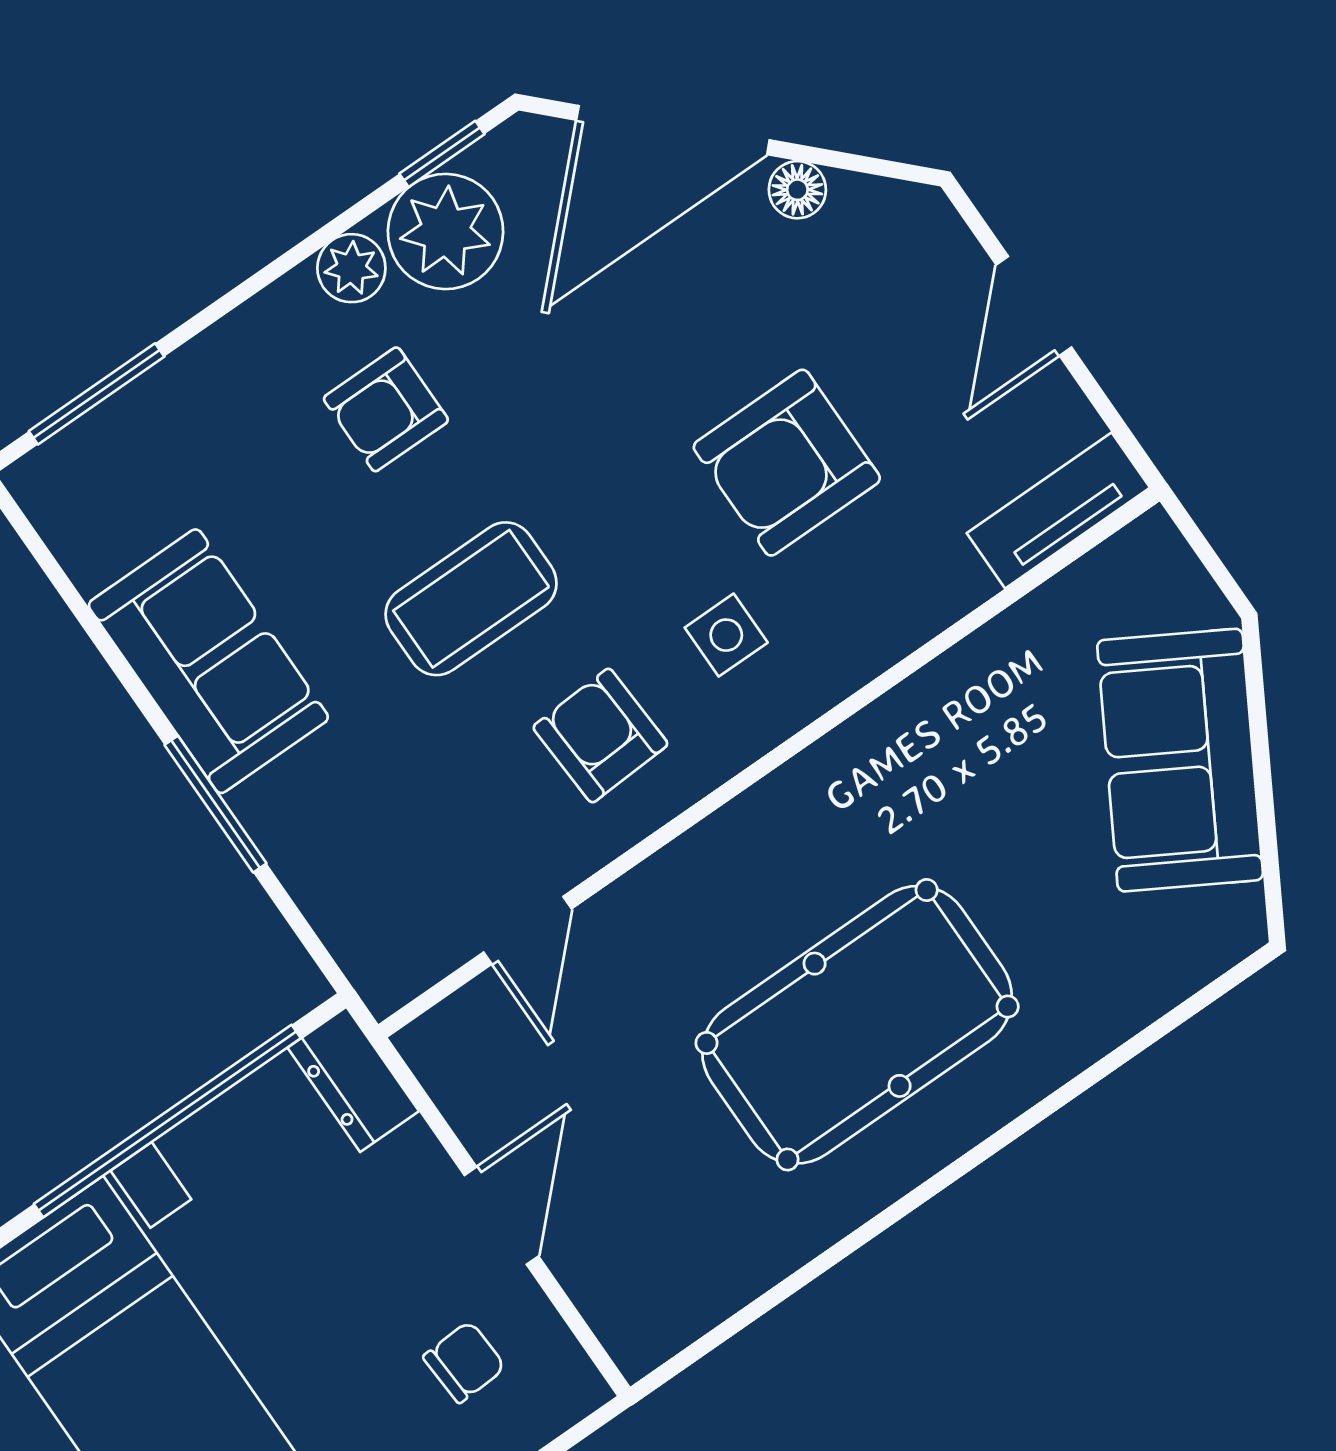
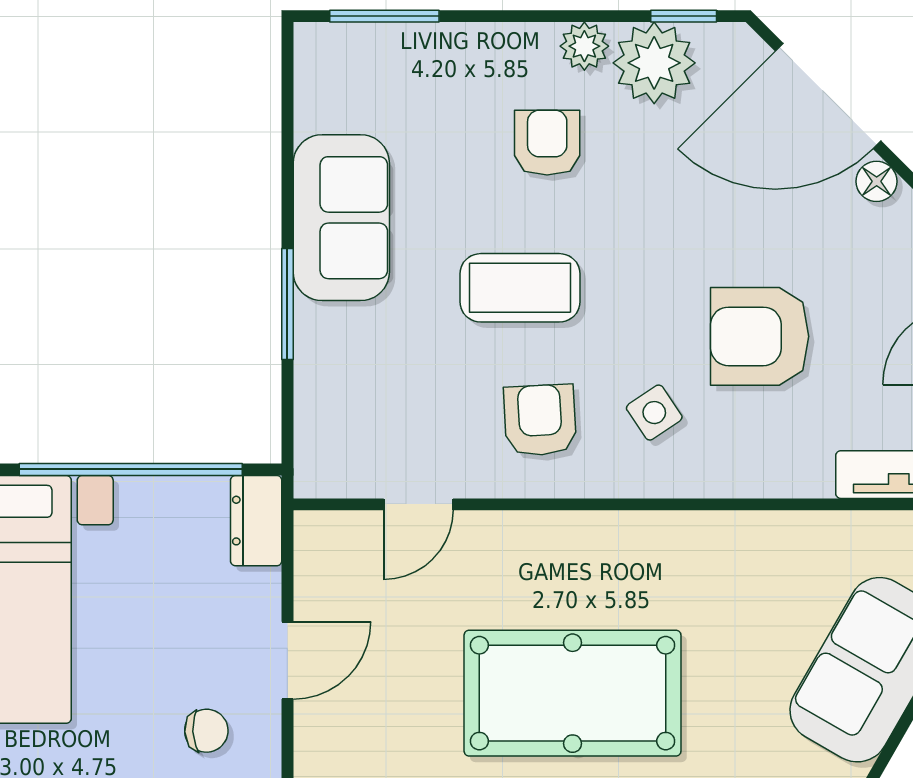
armchair: (386, 409) -> (547, 143), turned 90
side table: (726, 635) -> (654, 413), turned -34

